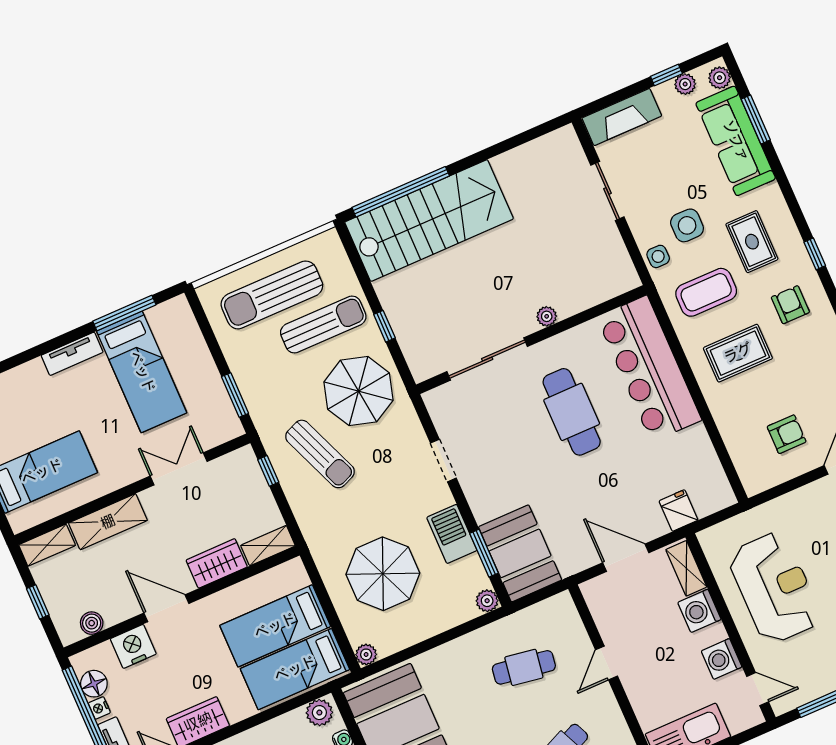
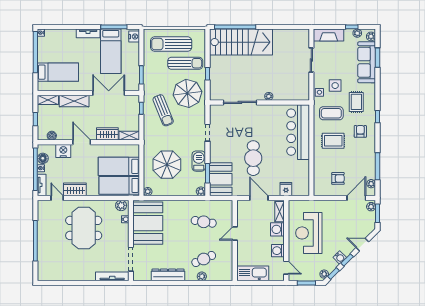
nightstand: (180, 315) -> (134, 37), added
cafe table: (572, 412) -> (253, 158), moved
double door: (179, 469) -> (109, 93), width x1.37
reception desk: (775, 588) -> (309, 233), turned 180

